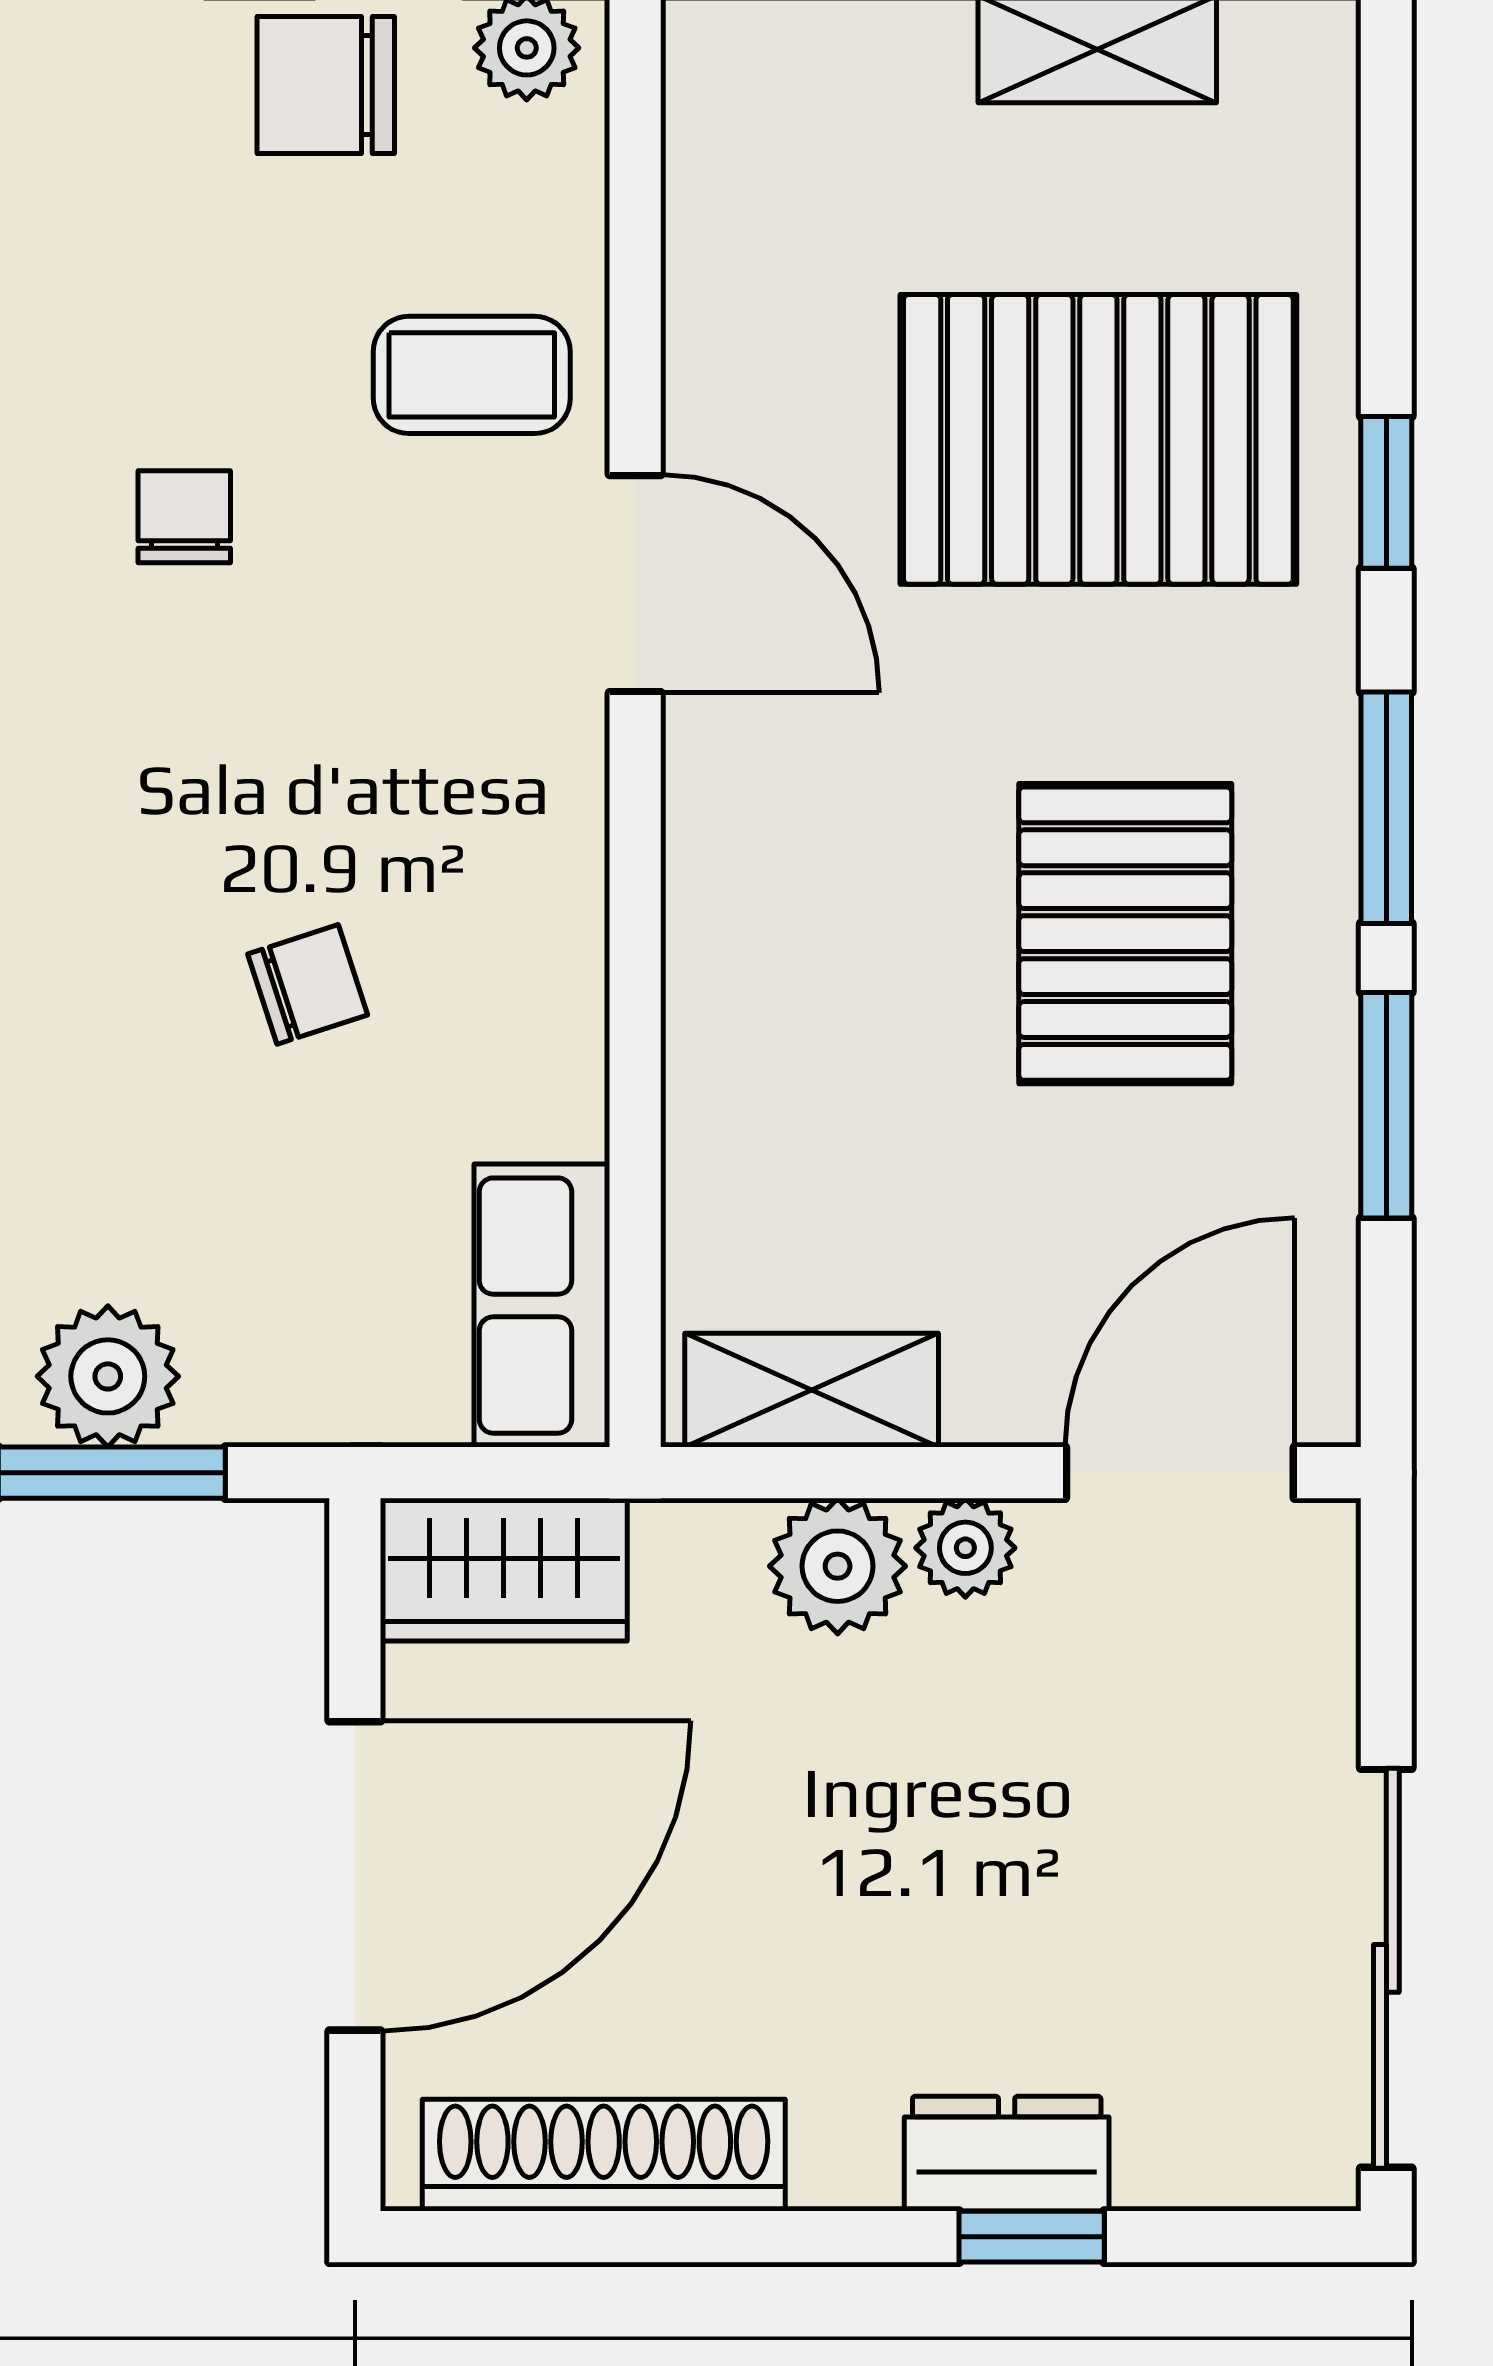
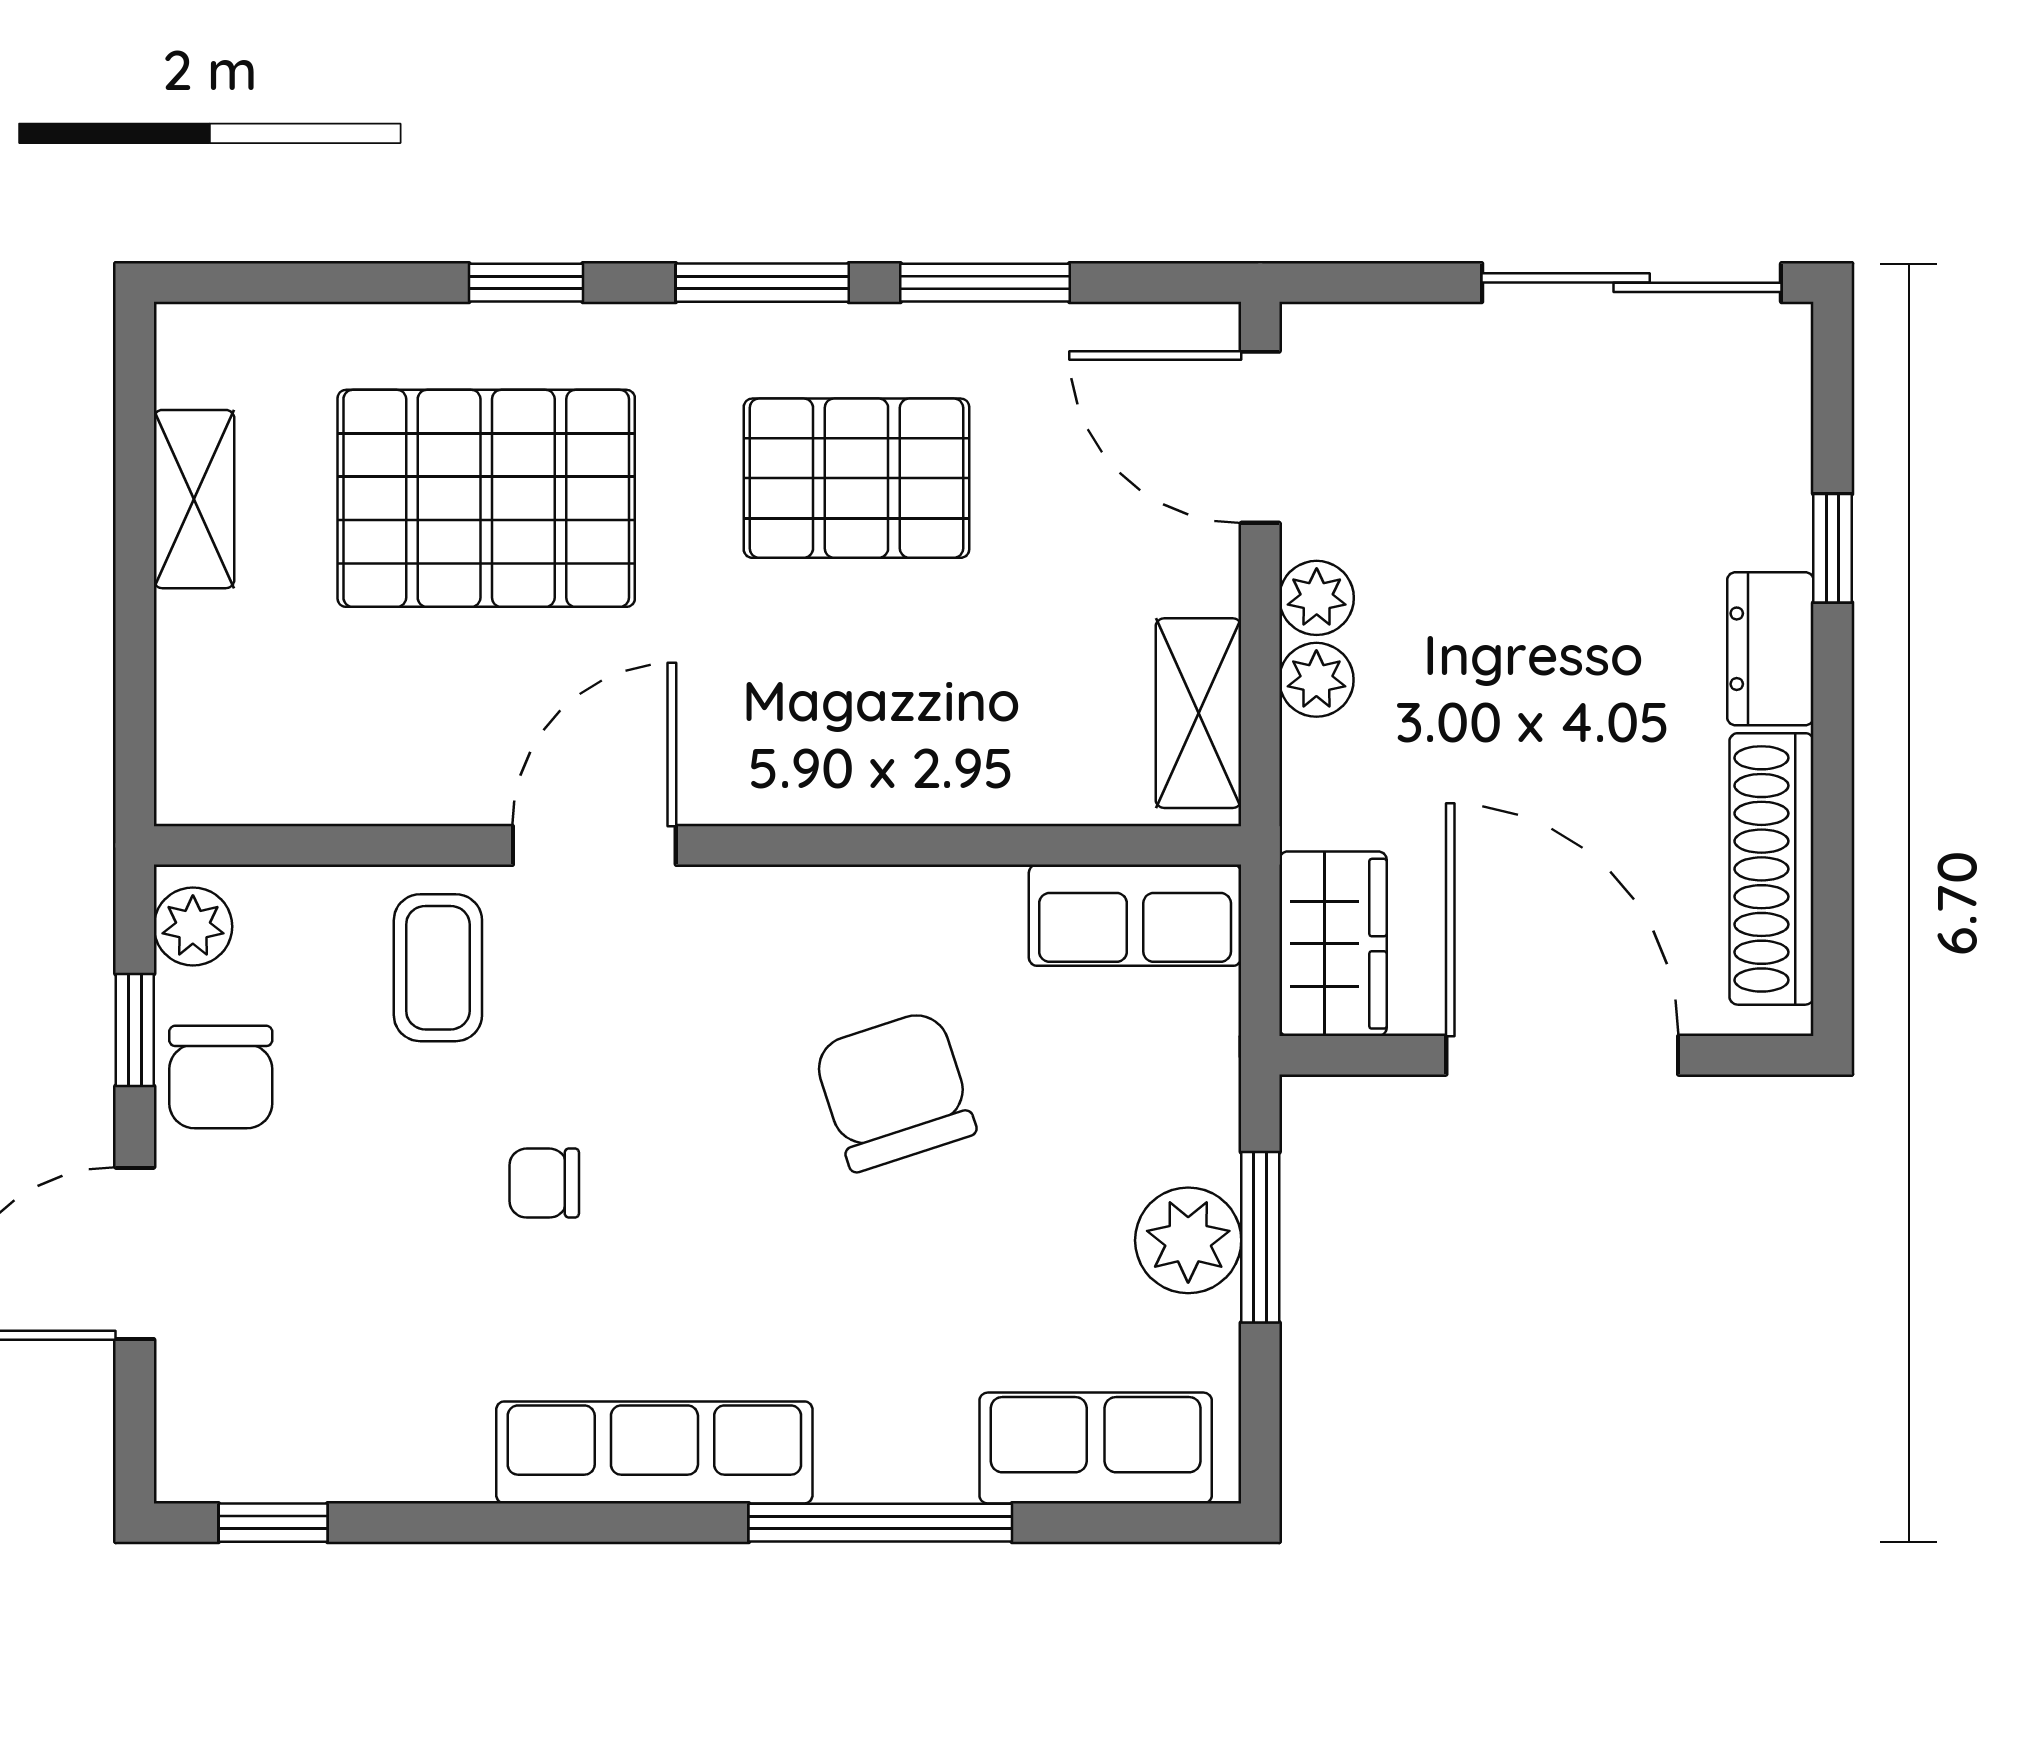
pallet: (1098, 439) -> (486, 498), turned 90
chair: (308, 984) -> (895, 1091), width x1.87, depth x1.87
plant: (838, 1566) -> (1316, 680), width x0.73, depth x0.73
dresser: (1007, 2154) -> (1770, 649), moved

